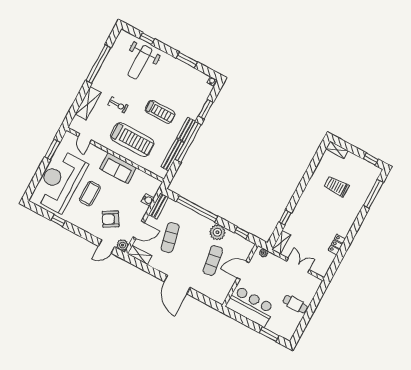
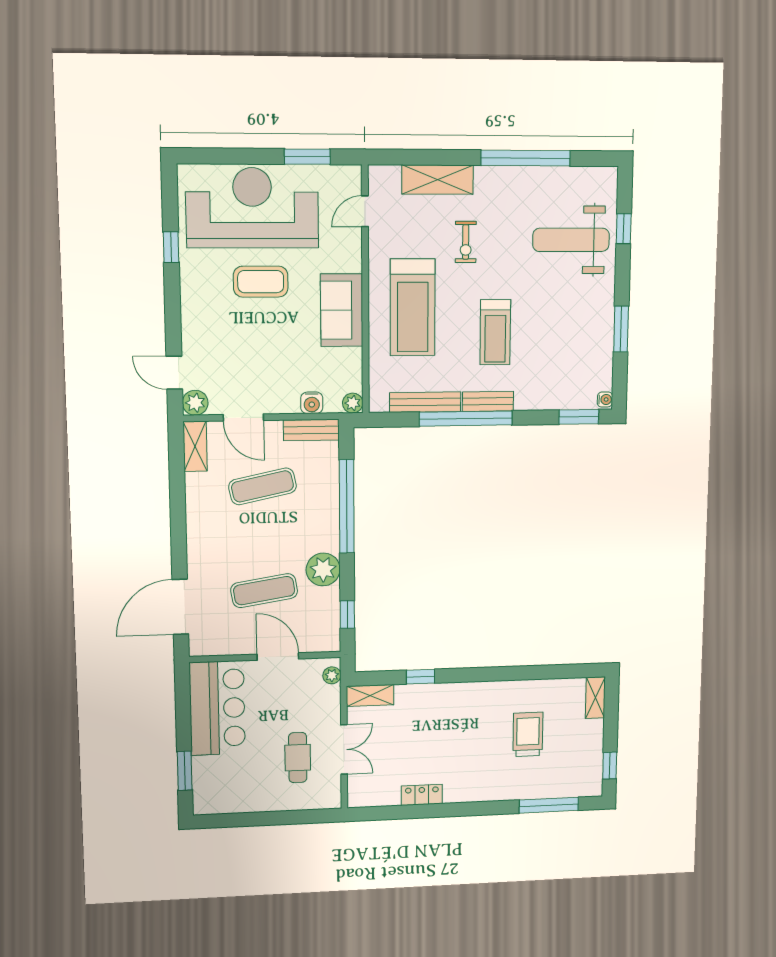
window: (206, 109) -> (579, 417), moved
plant: (157, 184) -> (353, 403), added
armchair: (111, 219) -> (233, 351), removed
door: (177, 285) -> (180, 607), moved
cafe table: (295, 304) -> (298, 758), moved

